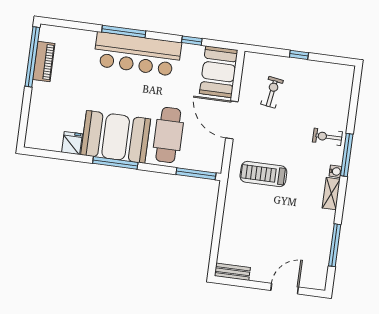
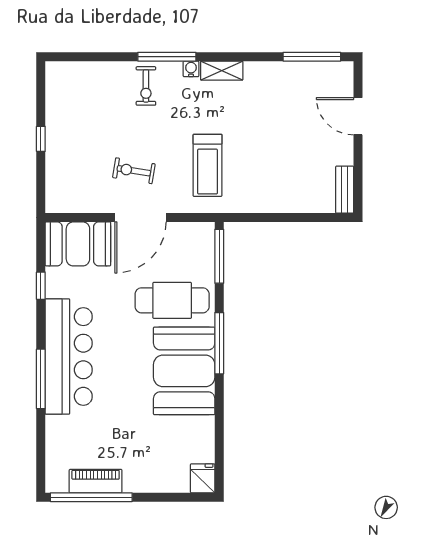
exercise bike: (272, 92) -> (134, 171), moved
fridge: (72, 143) -> (203, 478), moved, turned 90
window: (115, 163) -> (219, 343), moved
window: (335, 245) -> (312, 57), moved

